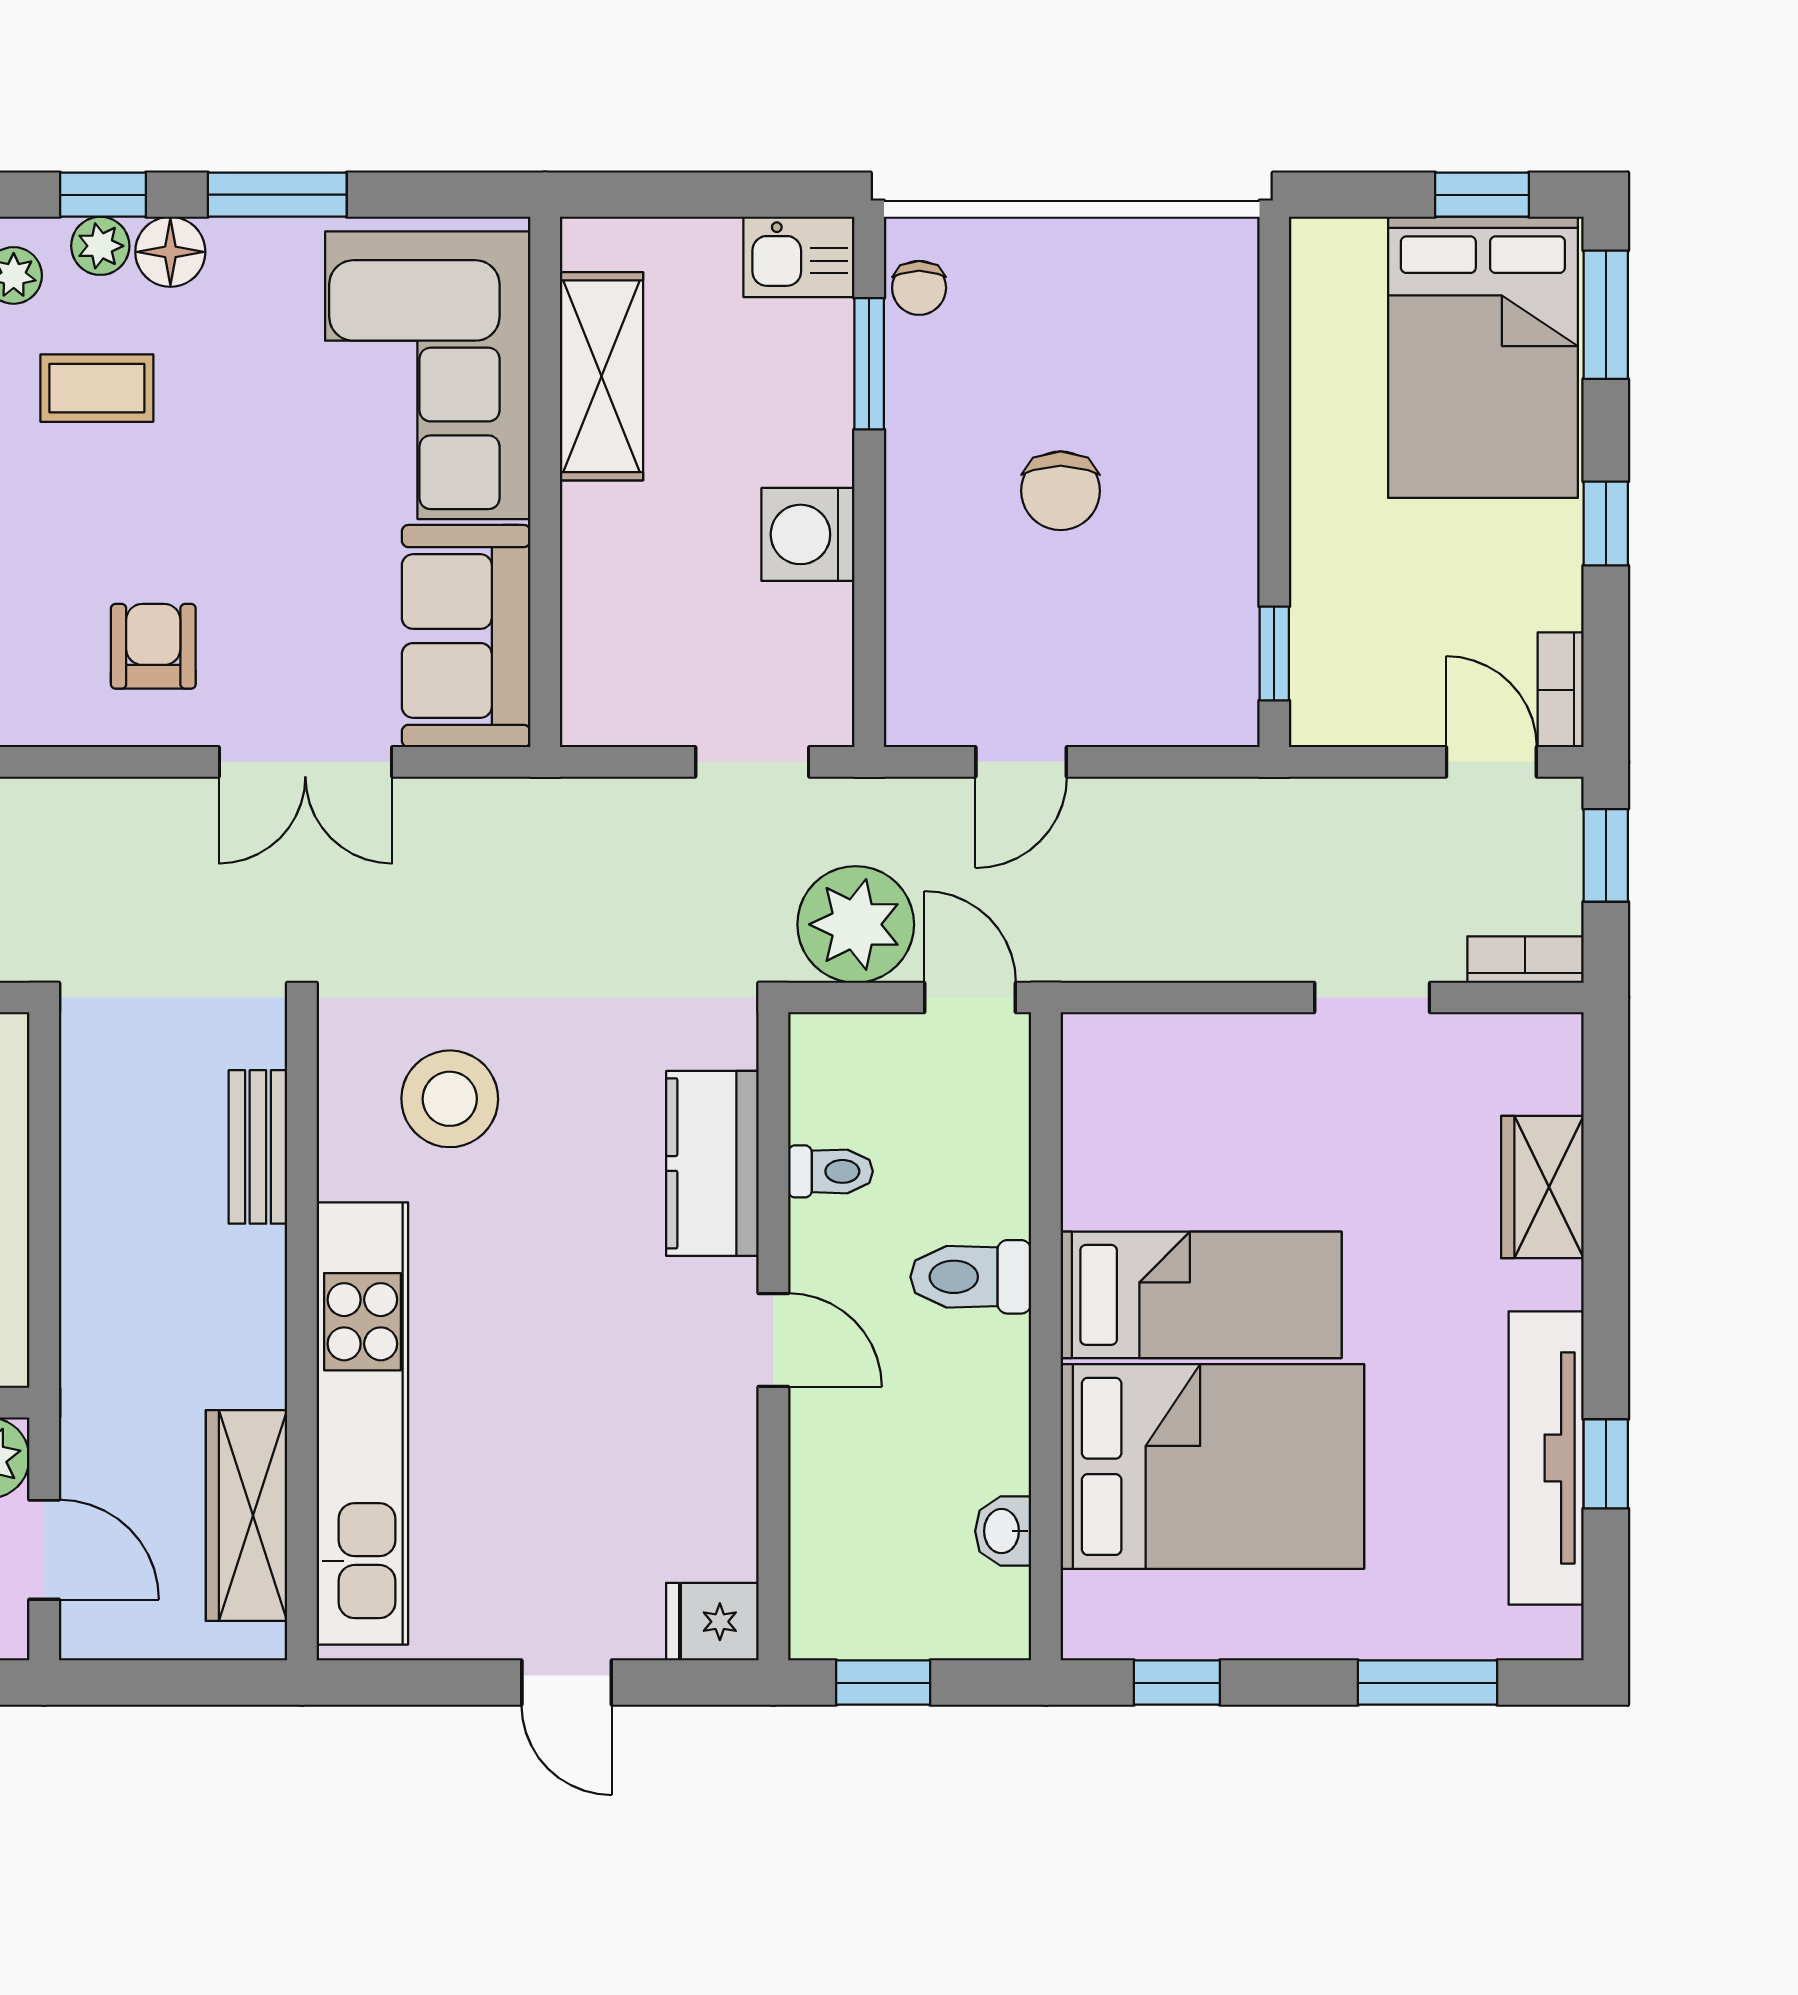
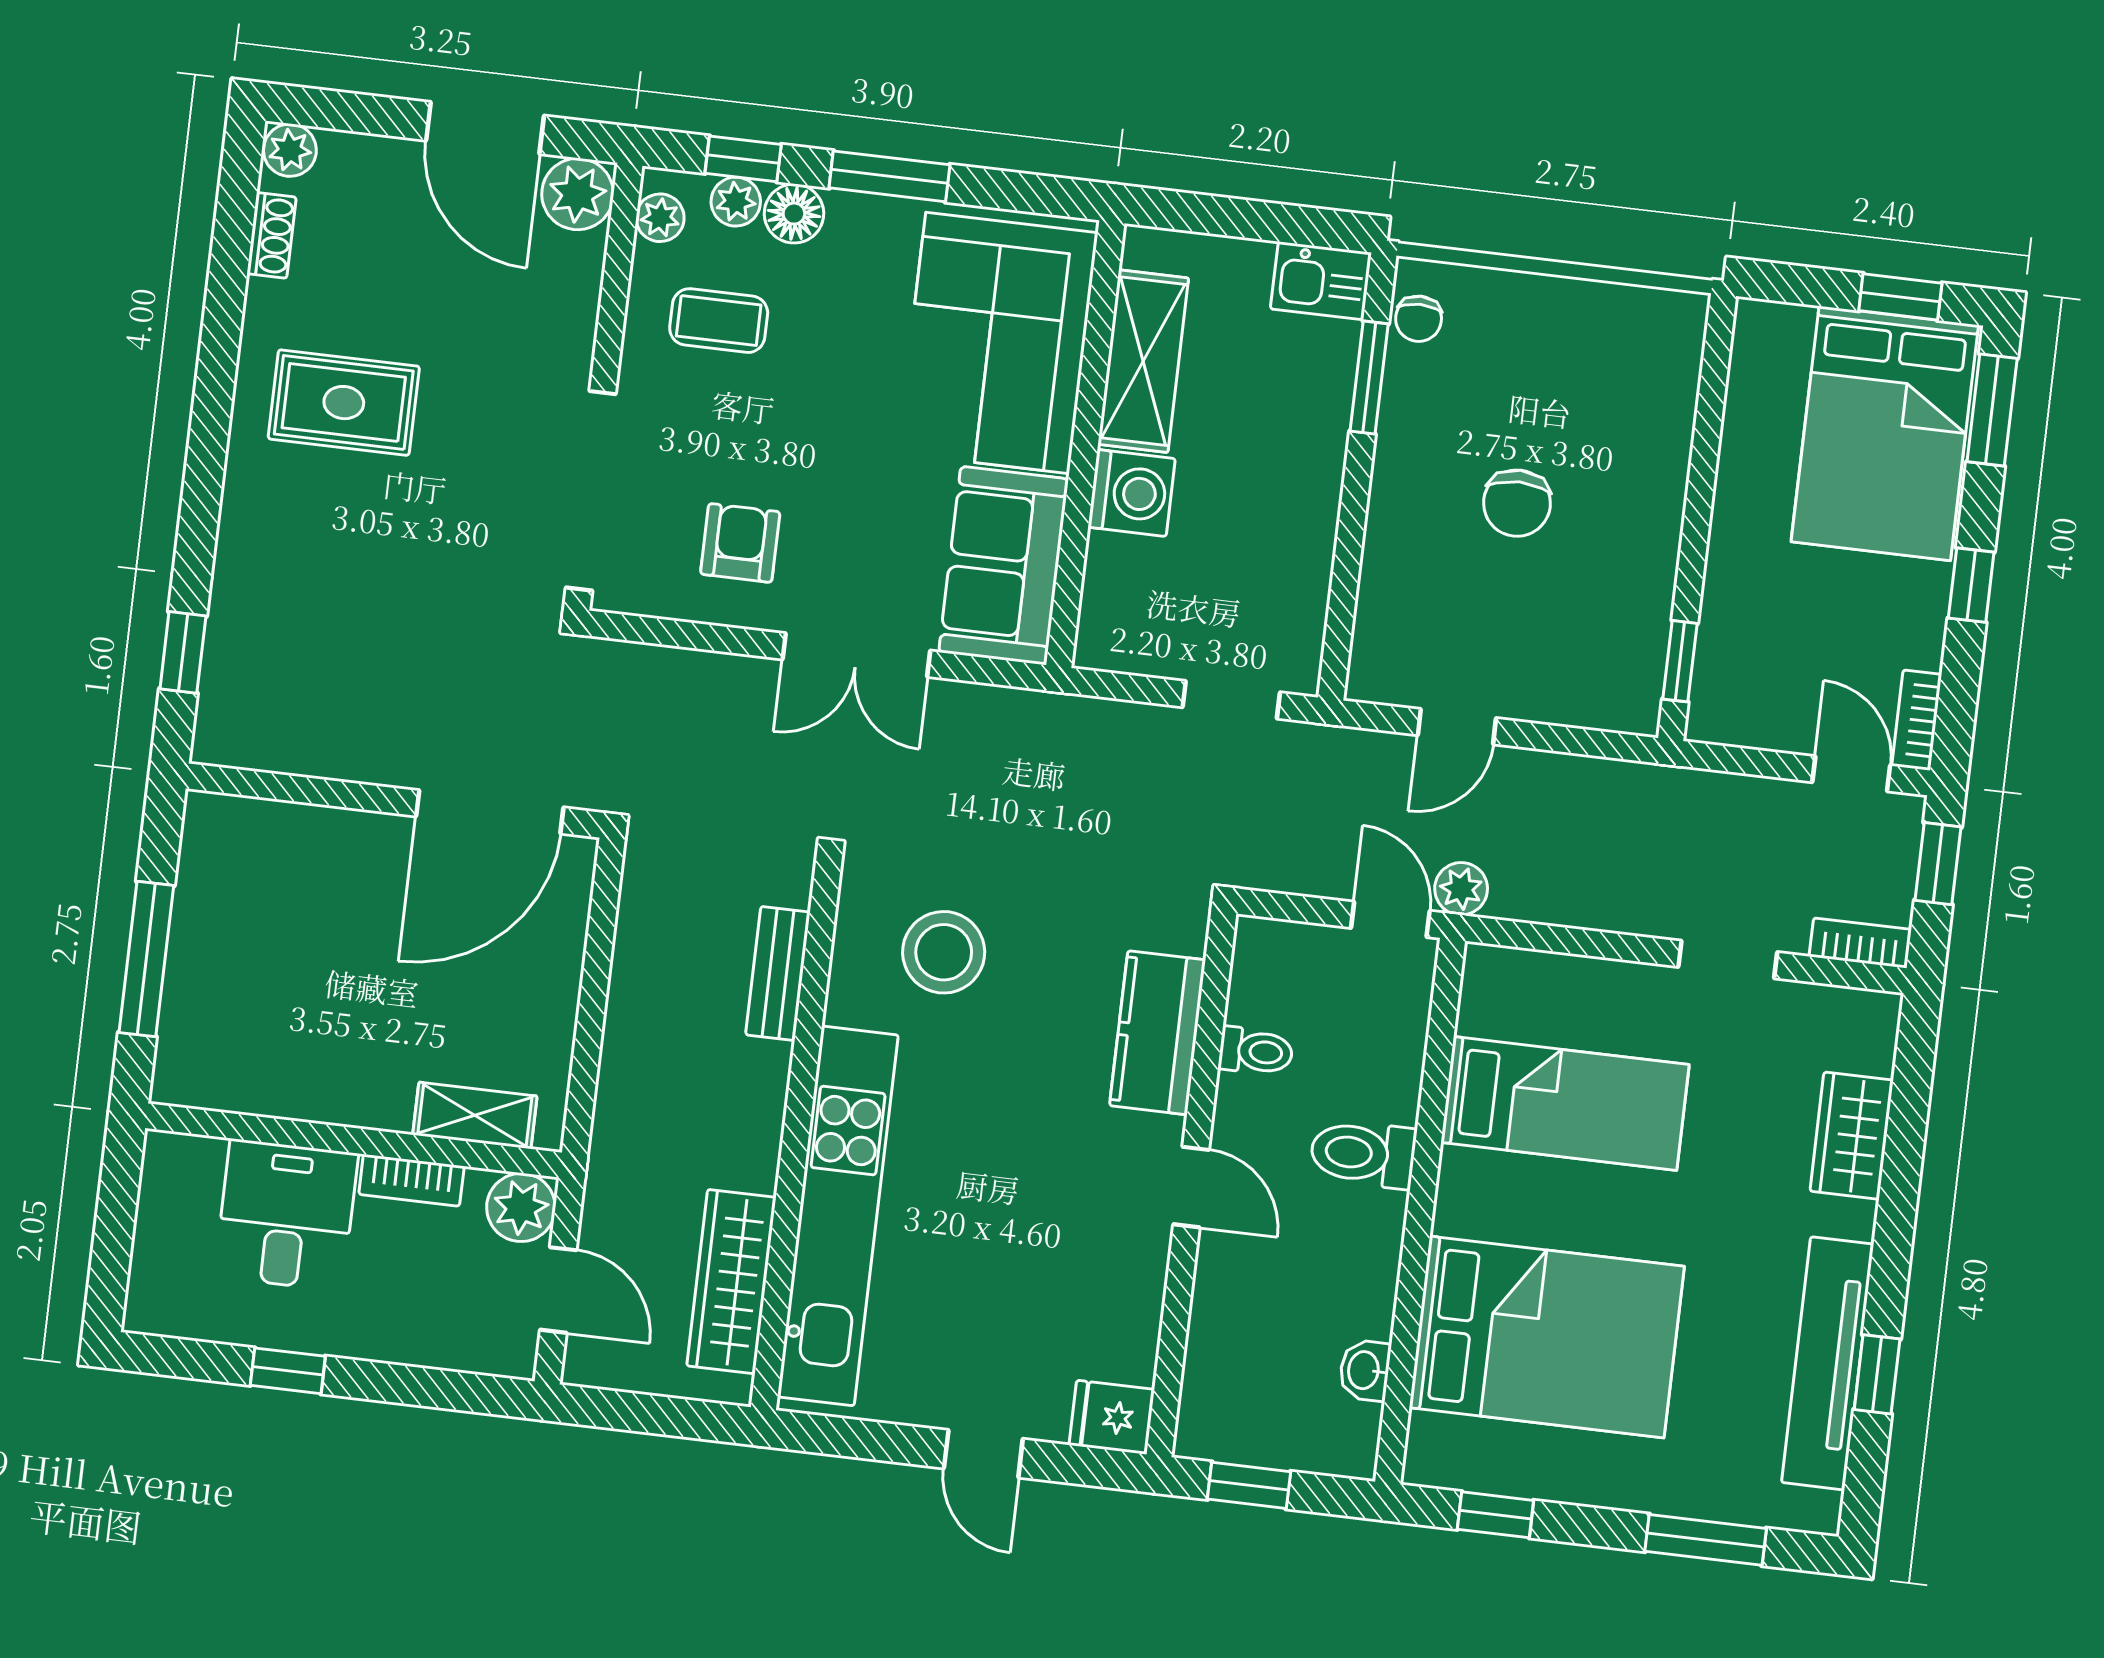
washing machine: (808, 534) -> (1132, 493), moved, turned 180
plant: (856, 924) -> (1461, 889), moved, width x0.53, depth x0.53
bed: (1201, 1295) -> (1565, 1103), moved

